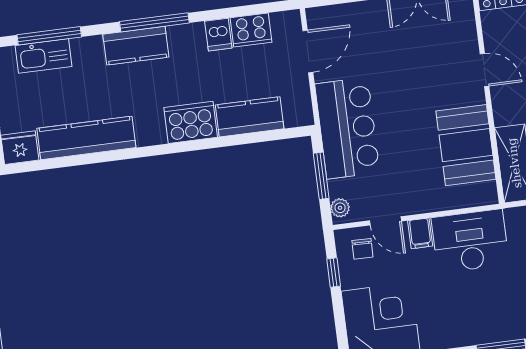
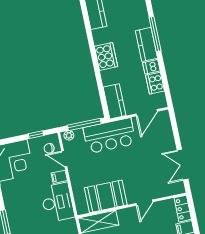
kitchen counter: (136, 46) -> (146, 44), moved
door: (308, 51) -> (147, 113), hinge flipped
kitchen counter: (250, 117) -> (114, 101), moved
window: (321, 176) -> (84, 124), width x1.44
door: (385, 221) -> (64, 159), hinge flipped

